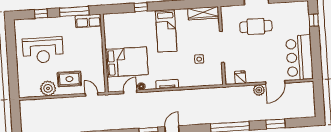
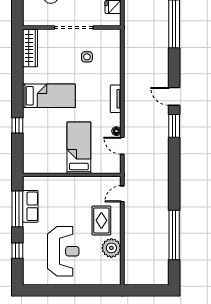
row of seats: (88, 21) -> (30, 206), moved
bed: (127, 62) -> (79, 148), width x0.67

